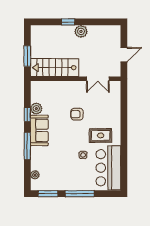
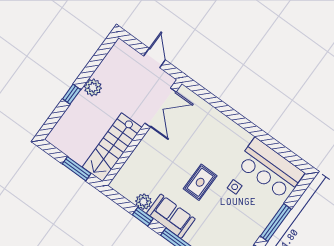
double door: (98, 79) -> (160, 107), width x1.37
armchair: (77, 114) -> (183, 160), removed
rug: (101, 135) -> (200, 182), moved

